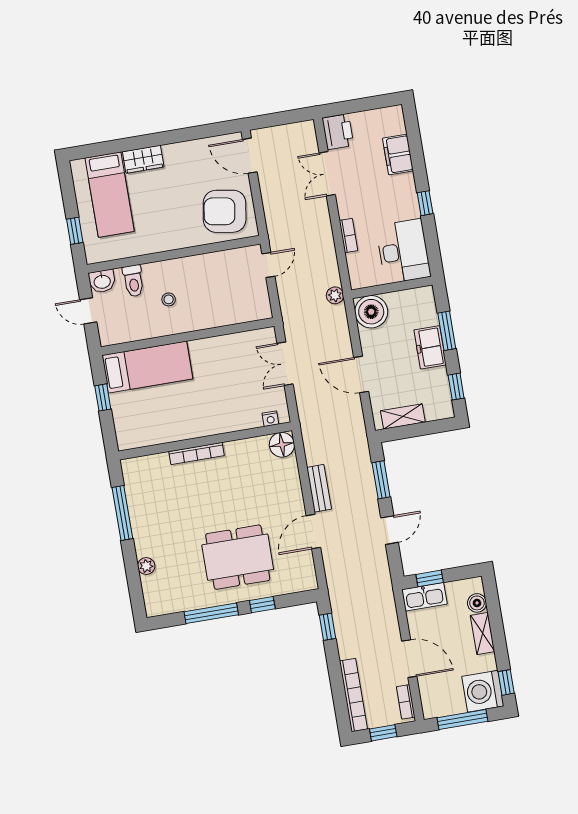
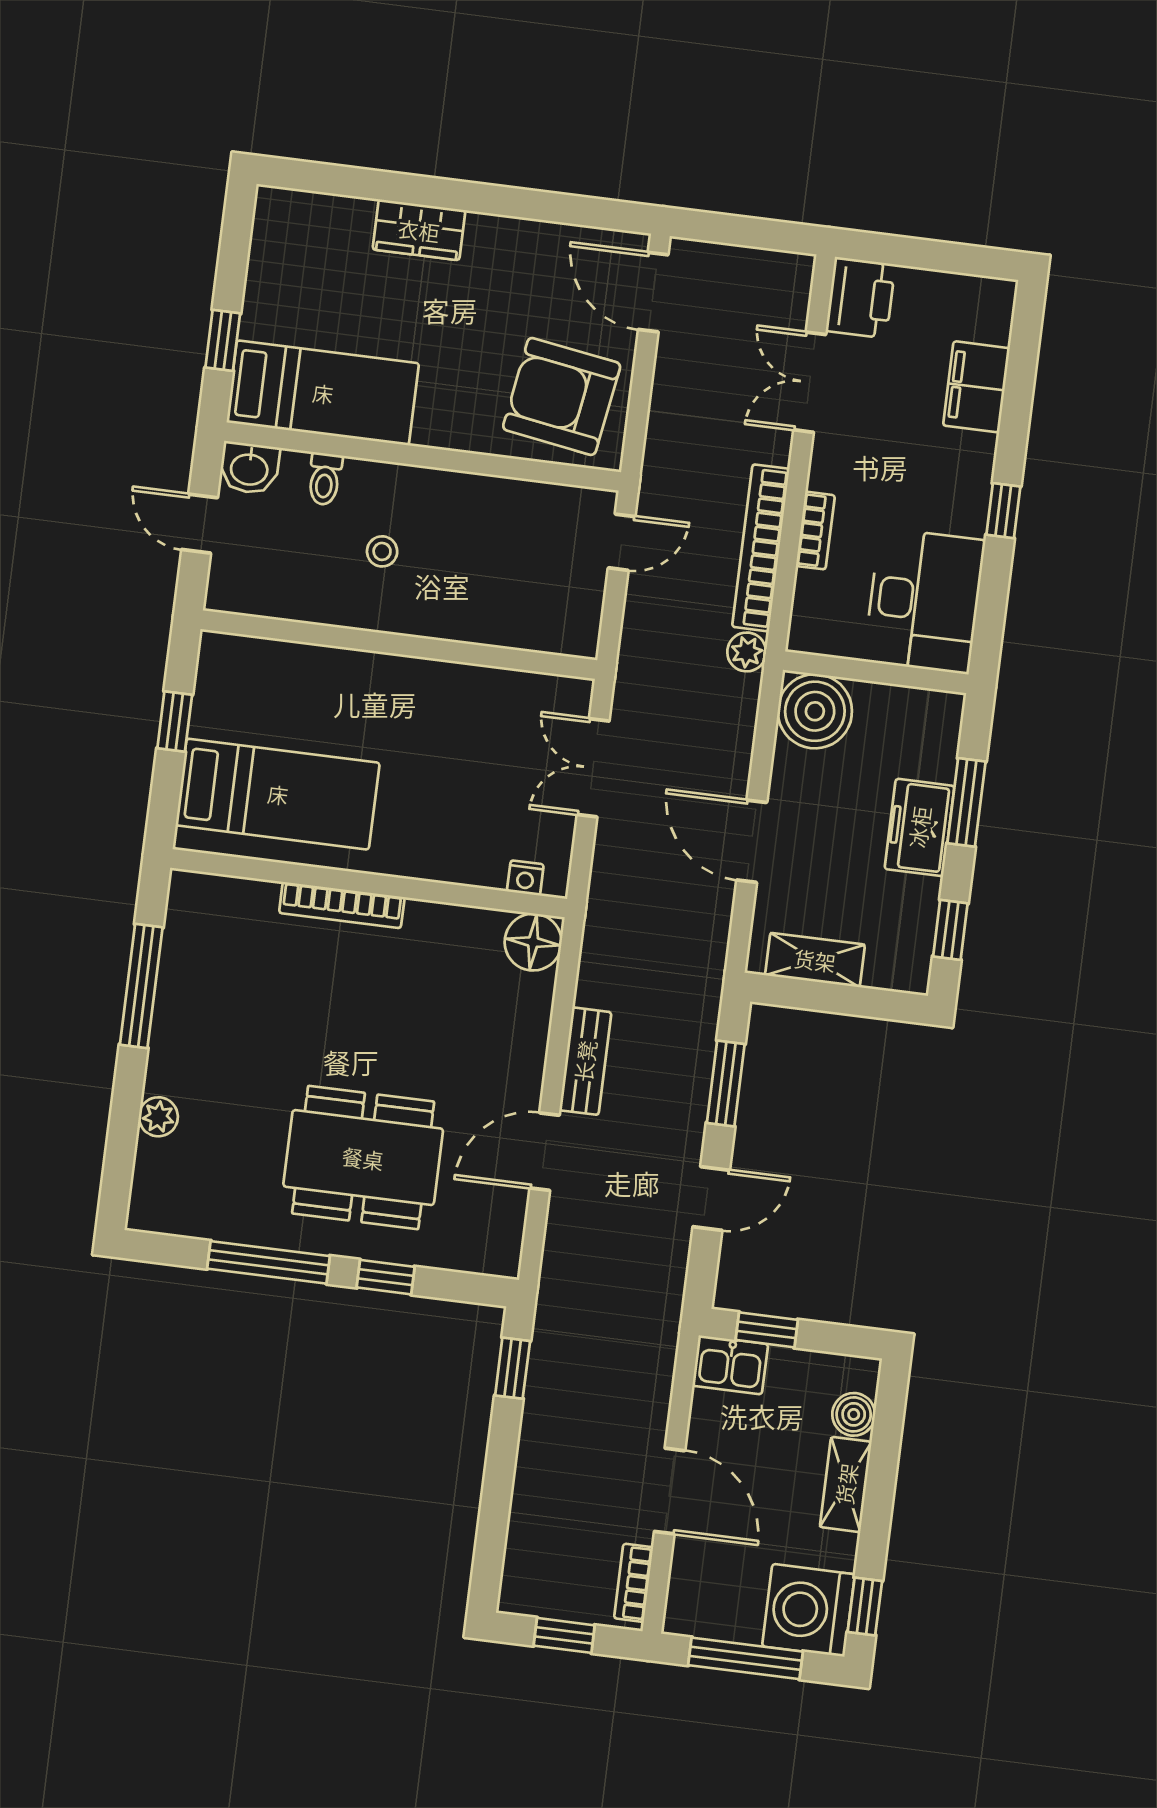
bed: (110, 195) -> (323, 393), moved, turned -90
toilet: (133, 281) -> (325, 479), width x0.73, depth x0.72
bed: (147, 367) -> (278, 794), moved
kitchen sink: (424, 597) -> (730, 1365), width x0.73
bookcase: (353, 695) -> (761, 548), moved, turned 180

